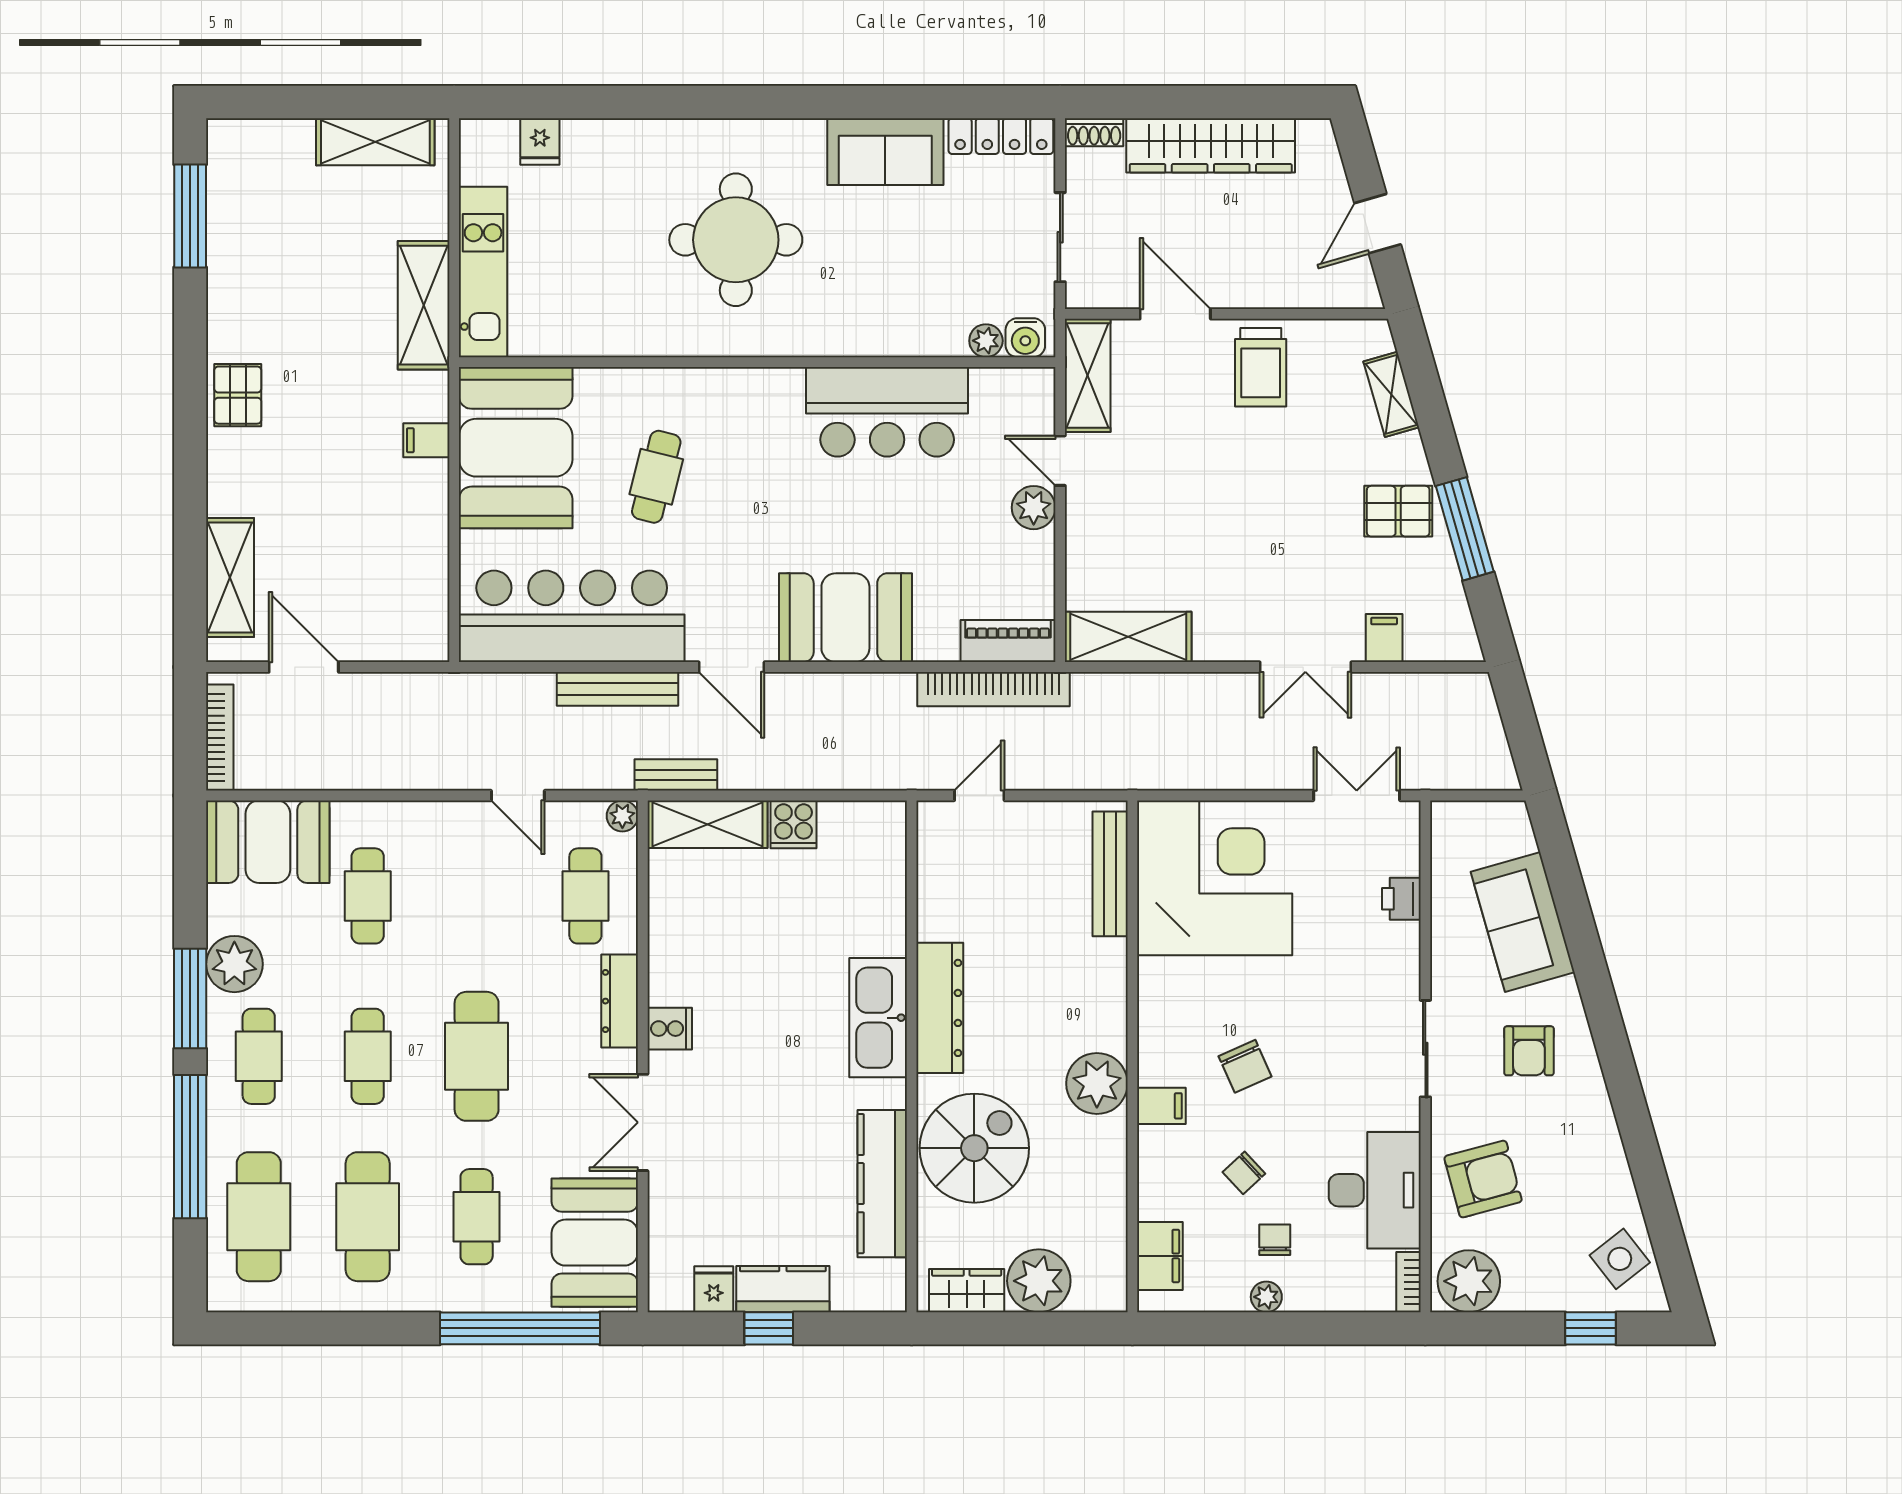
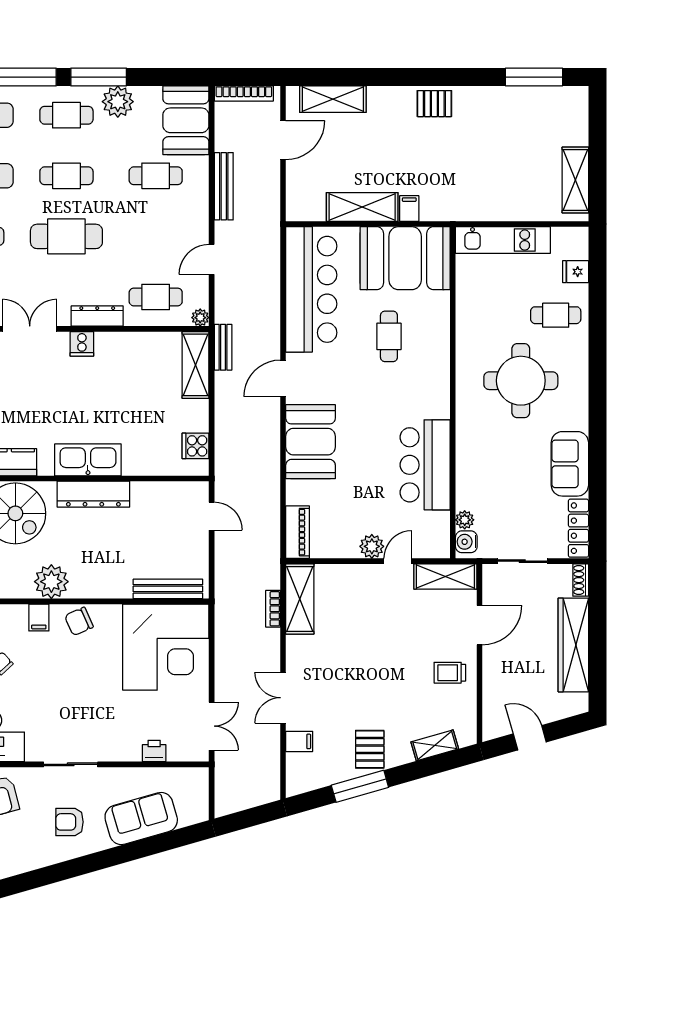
cafe table: (618, 177) -> (556, 315), added
shelving: (424, 305) -> (362, 207), moved
trolley: (1261, 367) -> (450, 673), width x0.73, depth x0.72
cafe table: (656, 477) -> (389, 336), turned 76
bench: (618, 689) -> (224, 186), moved
bookcase: (993, 689) -> (273, 609), moved, width x0.43, depth x0.76
cooker: (794, 824) -> (195, 446), moved
chair: (1245, 1066) -> (79, 621), moved

